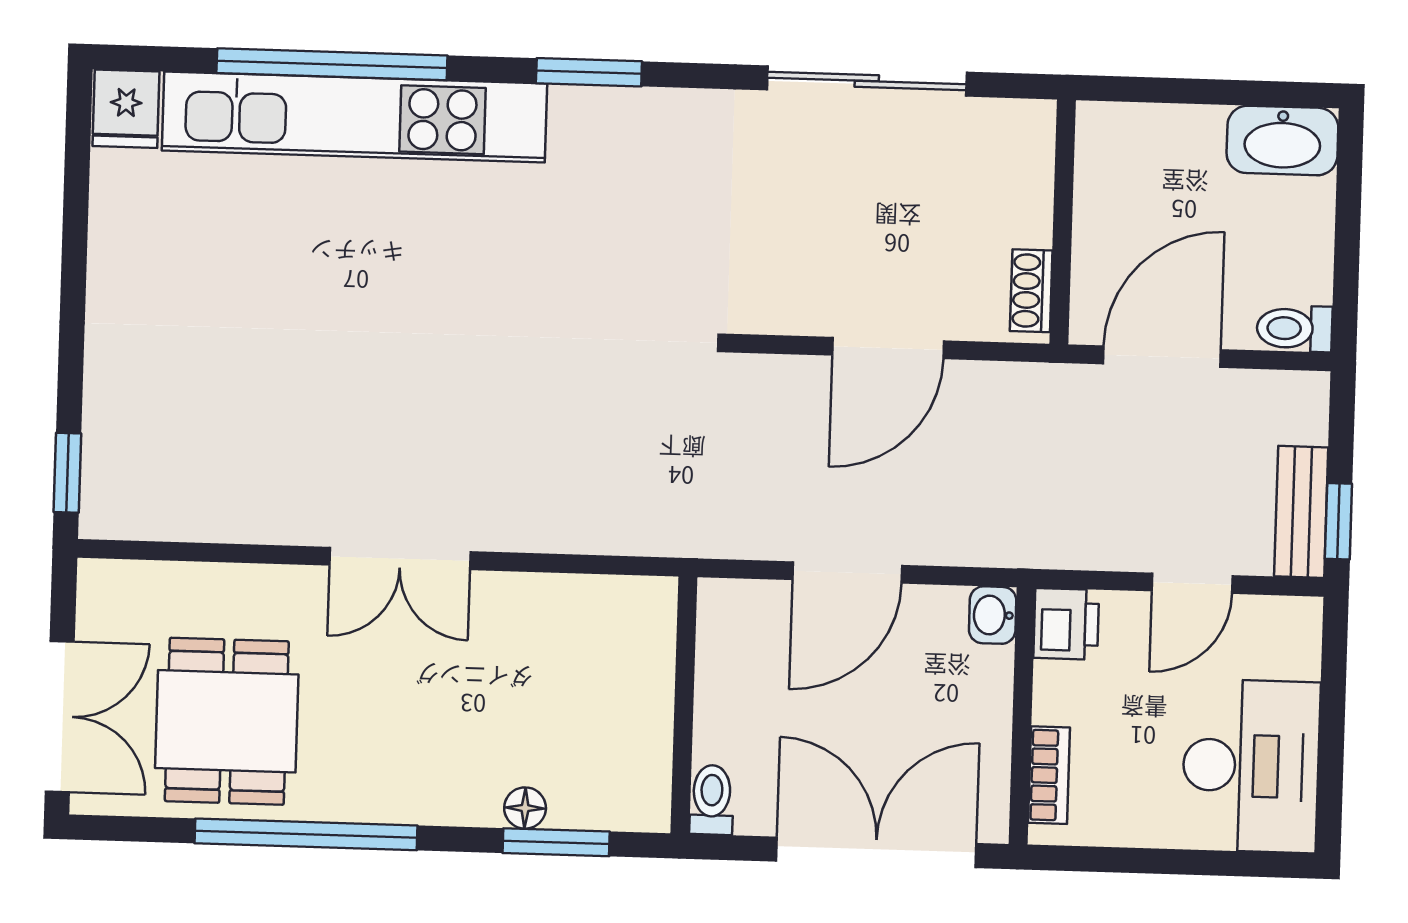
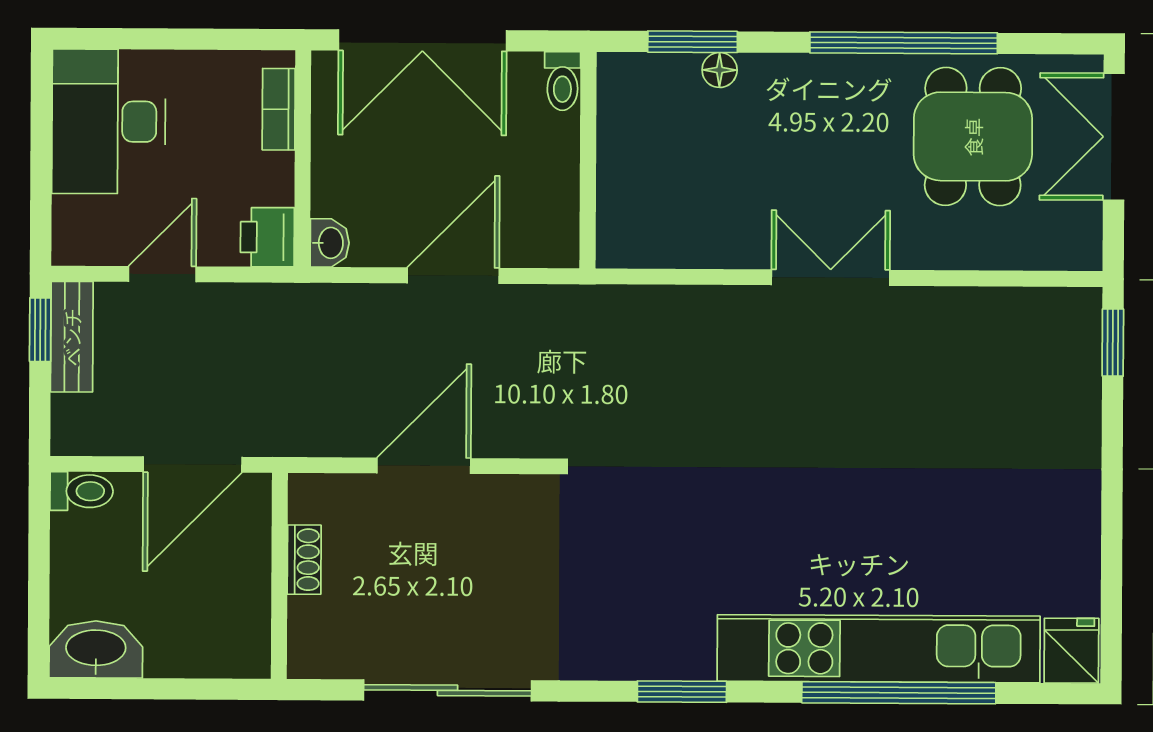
shoe rack: (1031, 291) -> (304, 560), moved

